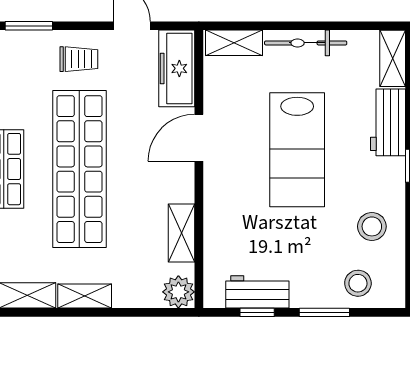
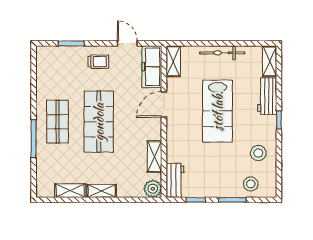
shelving: (234, 43) -> (173, 61), moved, turned 90
shop shelf: (79, 169) -> (99, 122), width x0.71
workbench: (257, 292) -> (175, 180), moved, turned 90

